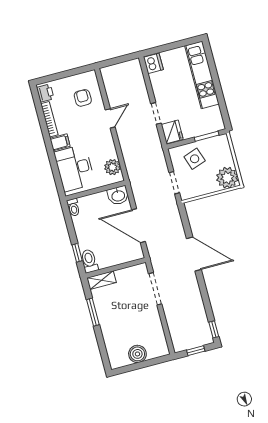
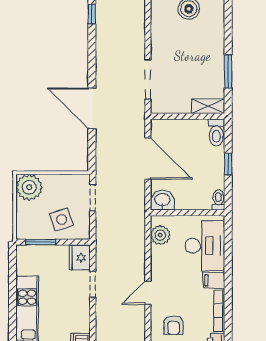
window: (77, 253) -> (228, 164), moved

